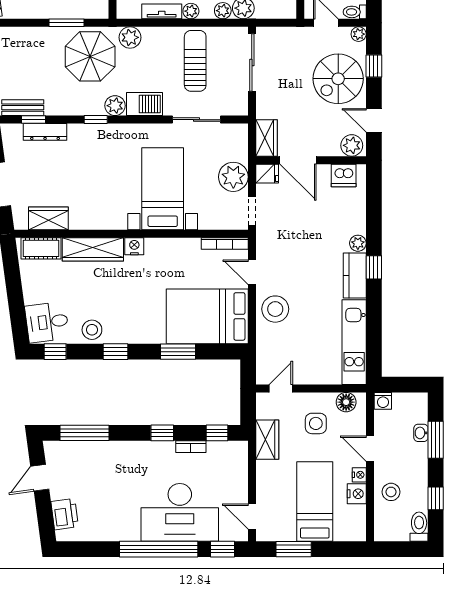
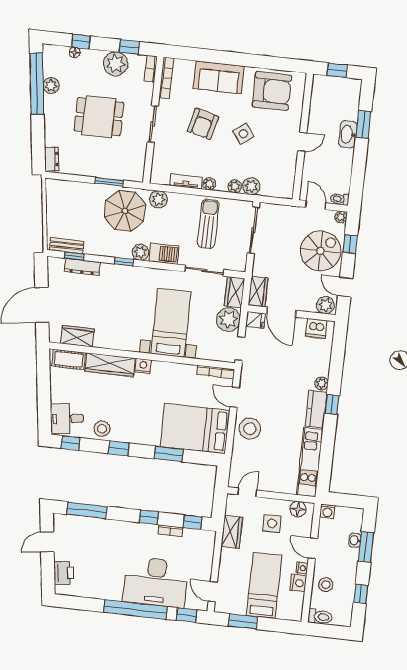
spiral stairs: (338, 79) -> (321, 251), turned 180
wardrobe: (237, 142) -> (235, 292), added
toilet: (419, 527) -> (320, 617), moved, turned 90

